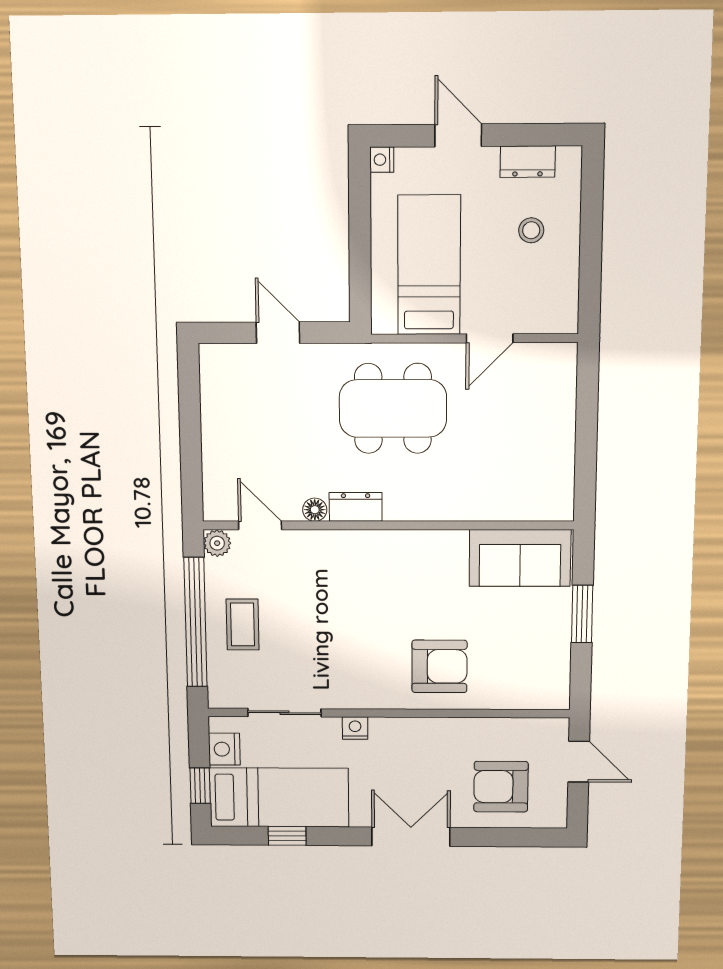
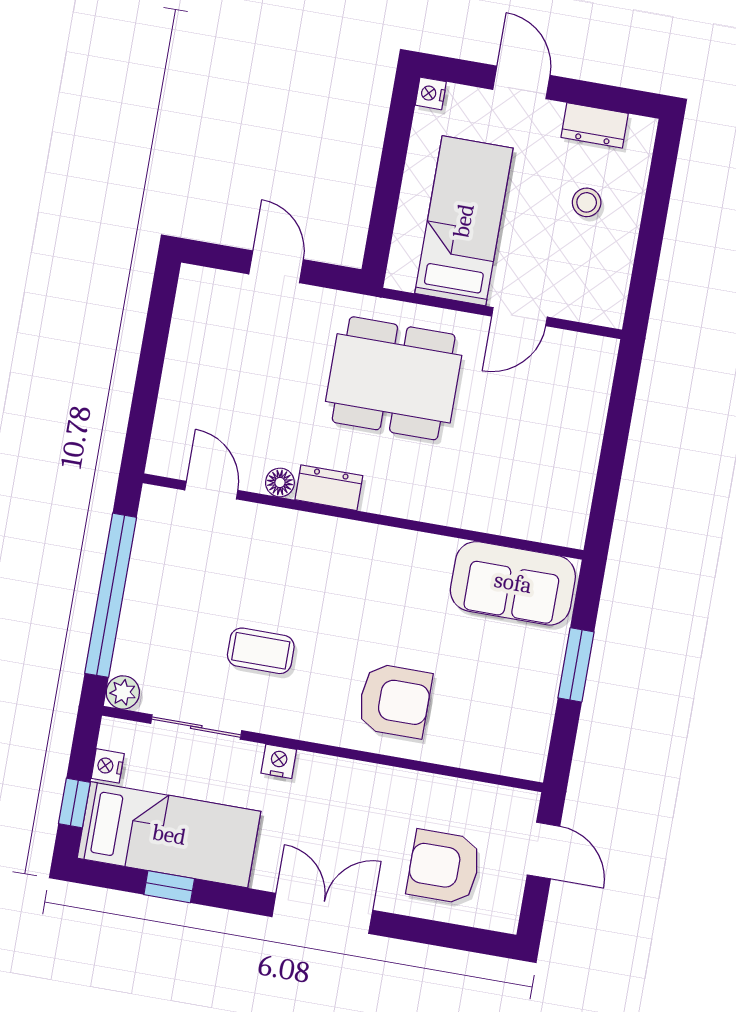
plant: (217, 543) -> (123, 692), moved
coffee table: (243, 624) -> (261, 651), moved, turned 90
nightstand: (224, 749) -> (108, 766), width x0.72, depth x0.74

